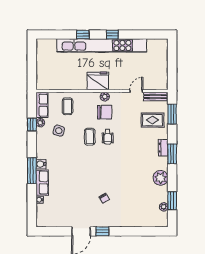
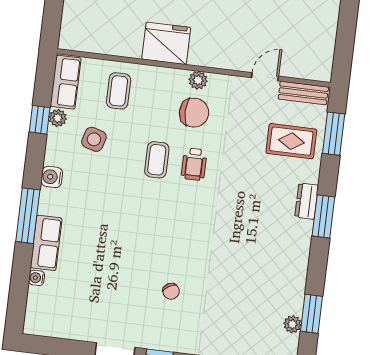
fridge: (98, 81) -> (166, 43), moved
water cooler: (41, 164) -> (52, 177), moved
plant: (161, 178) -> (293, 263), removed

